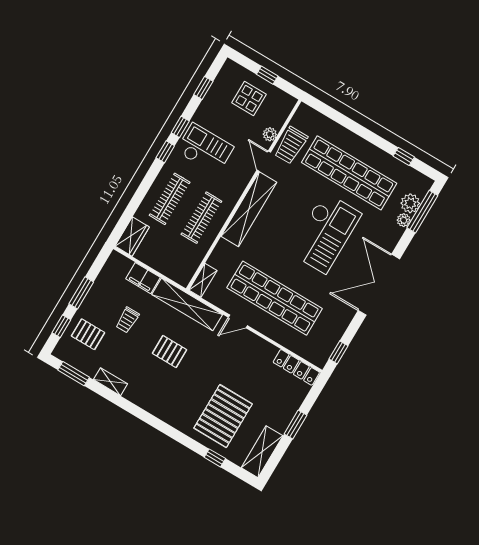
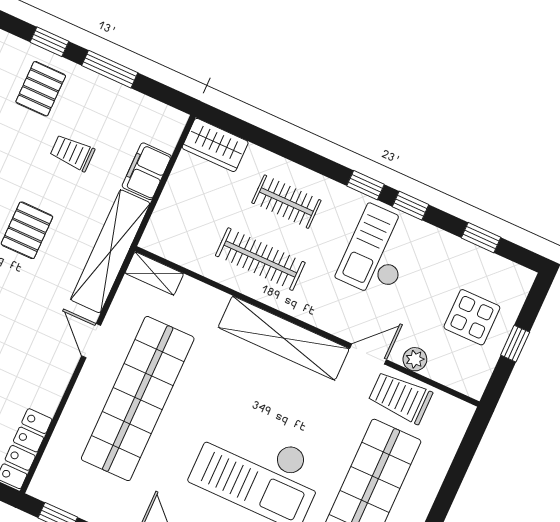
checkout: (205, 149) -> (378, 252), turned 180
clothes rail: (170, 199) -> (286, 202), width x0.73

